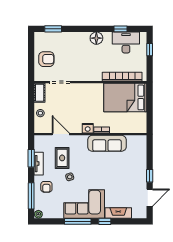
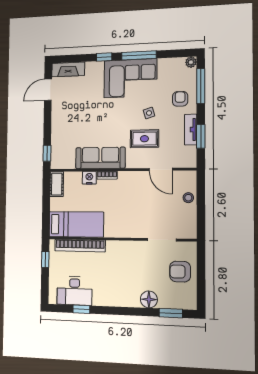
floor lamp: (96, 38) -> (149, 299), moved
window: (150, 50) -> (45, 259), moved
cot: (40, 93) -> (57, 184), moved
bed: (125, 97) -> (76, 224), width x0.67
nightstand: (88, 128) -> (89, 178), moved
rug: (62, 158) -> (144, 139), moved, turned 90
window: (150, 176) -> (47, 153), moved
fireplace: (118, 213) -> (68, 69), moved

